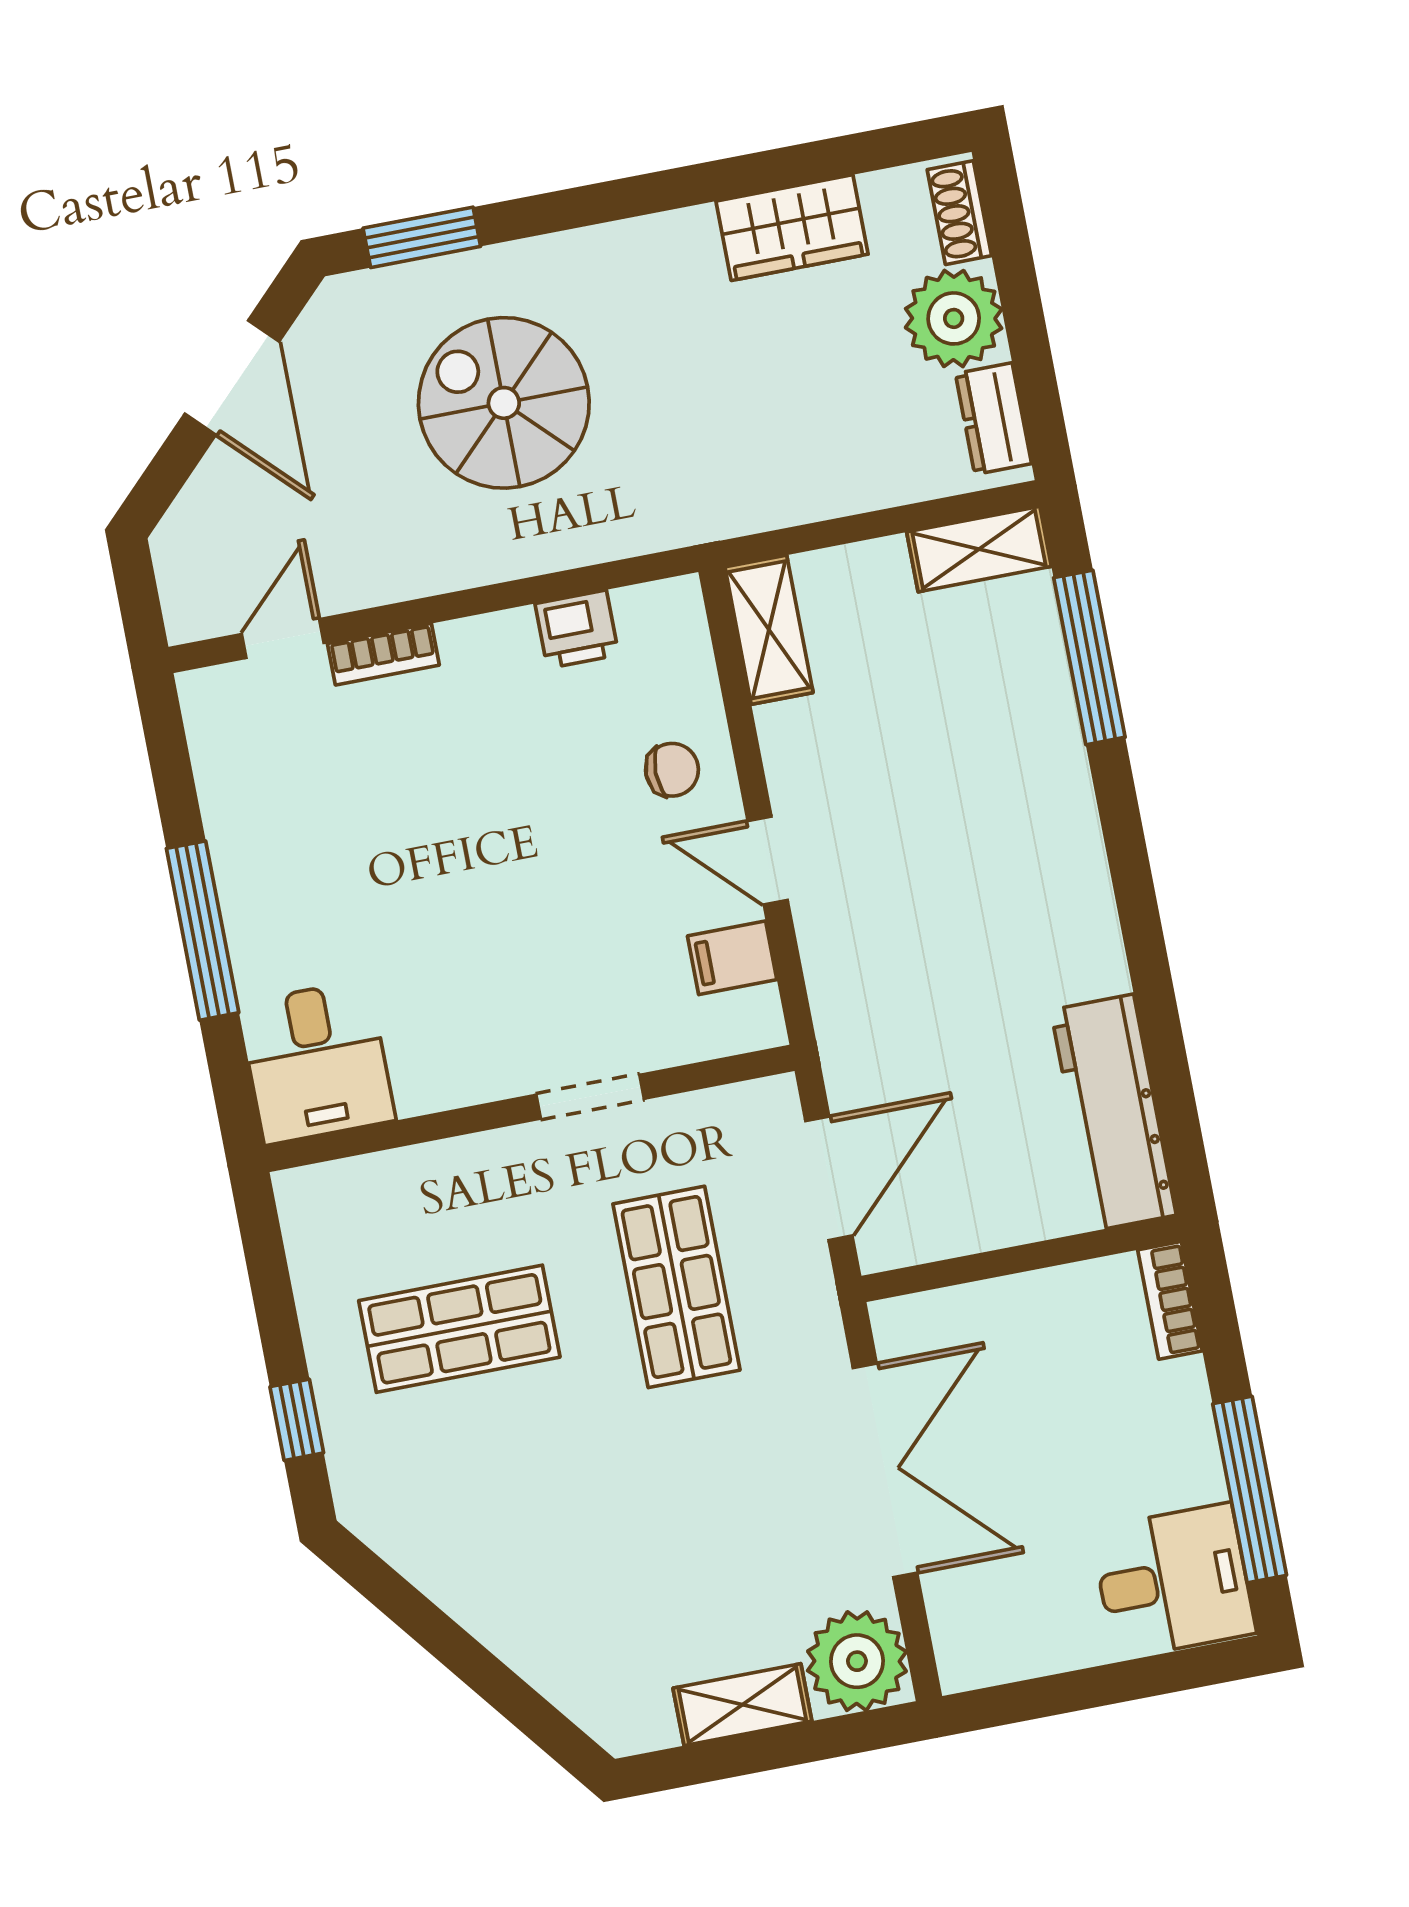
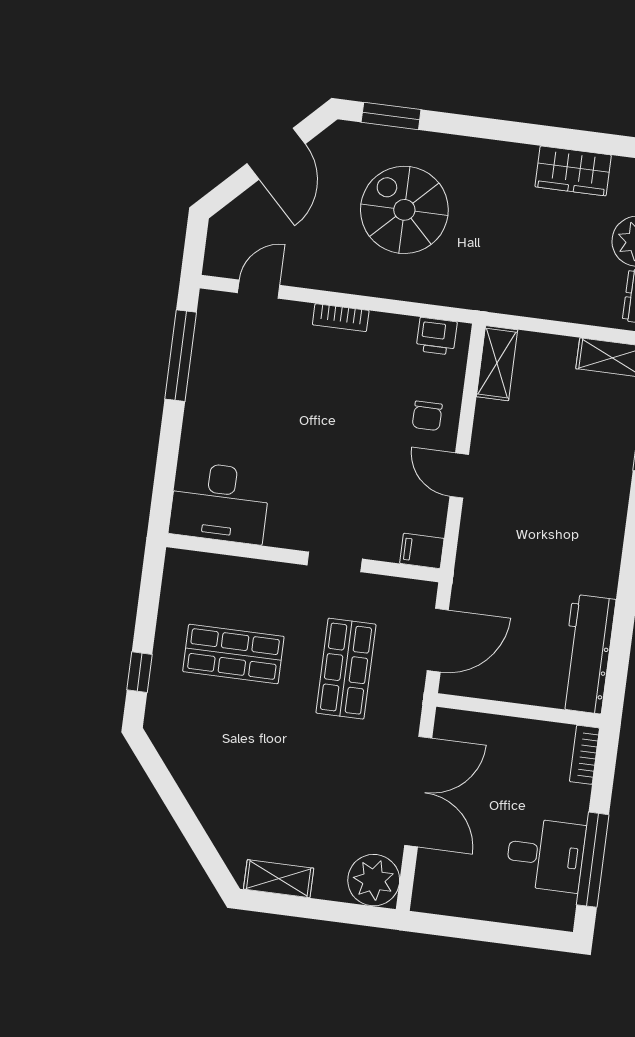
printer: (577, 629) -> (437, 336), moved
bookcase: (383, 654) -> (341, 318), moved
chair: (672, 770) -> (427, 416), turned 90
window: (203, 931) -> (181, 356), moved
filing cabinet: (732, 958) -> (422, 551), moved
desk: (317, 1062) -> (220, 503), width x1.37
desk: (1173, 1581) -> (546, 855), moved
shelving: (742, 1705) -> (279, 879), moved

